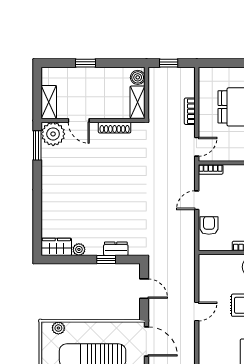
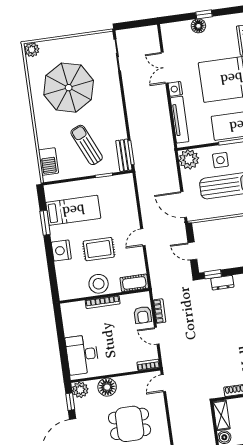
bookcase: (190, 111) -> (160, 311), moved
door: (197, 200) -> (157, 336), swing flipped
window: (106, 260) -> (213, 274), moved
cot: (213, 262) -> (134, 283), added

